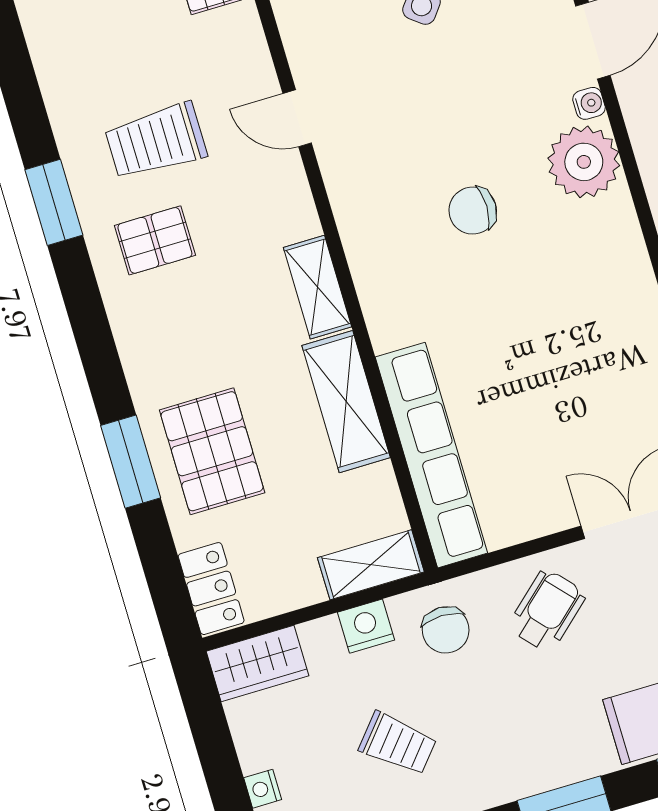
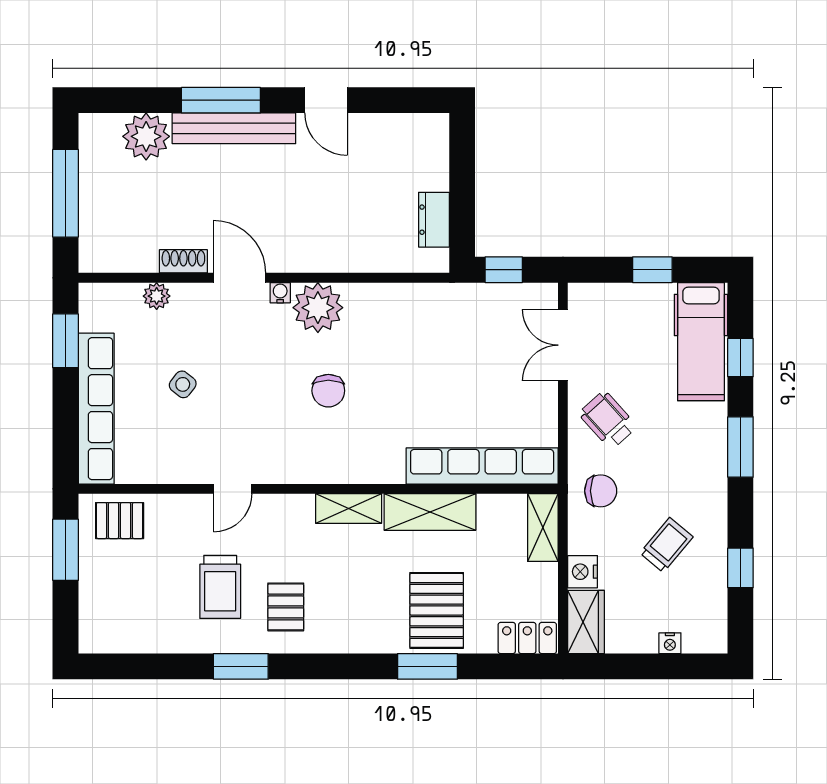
pallet: (212, 451) -> (437, 610), turned 90
nightstand: (366, 626) -> (583, 572), moved

